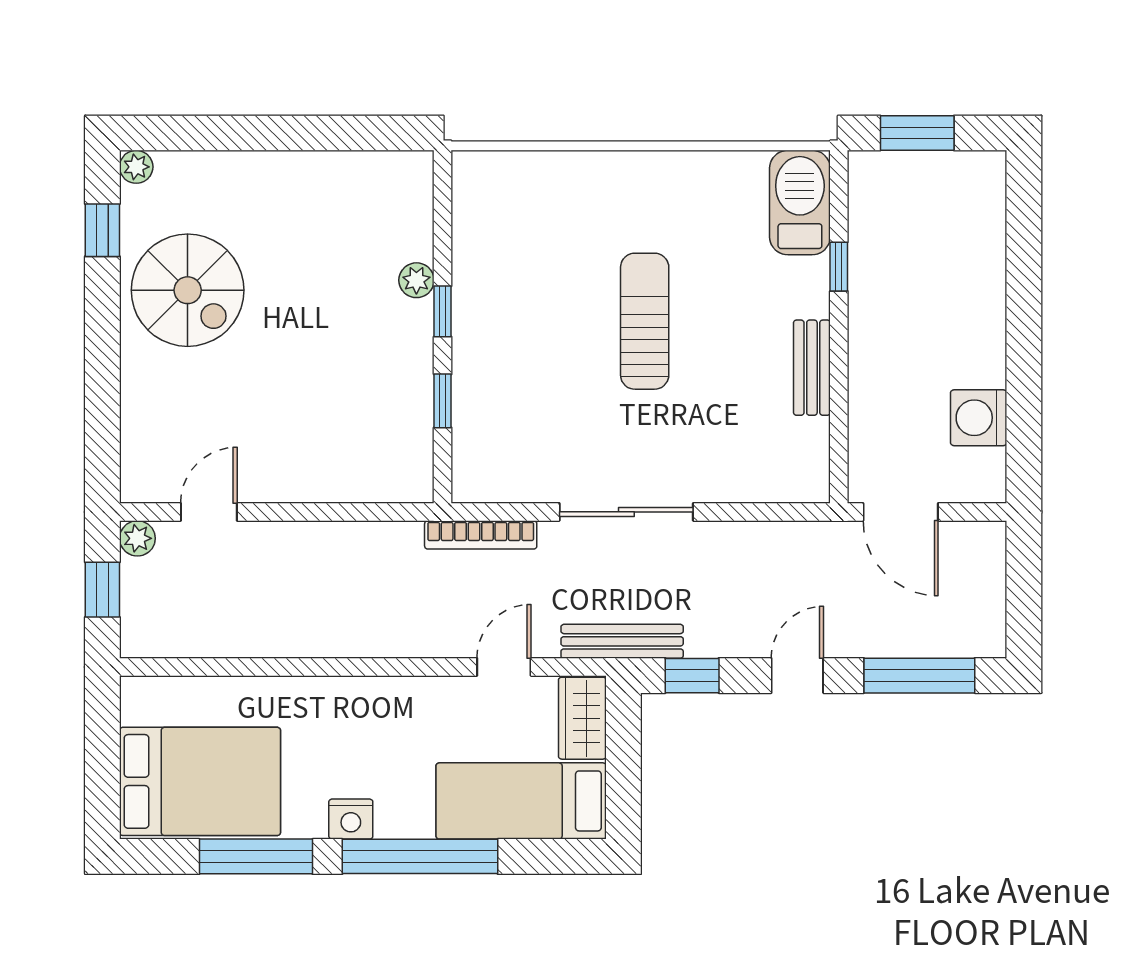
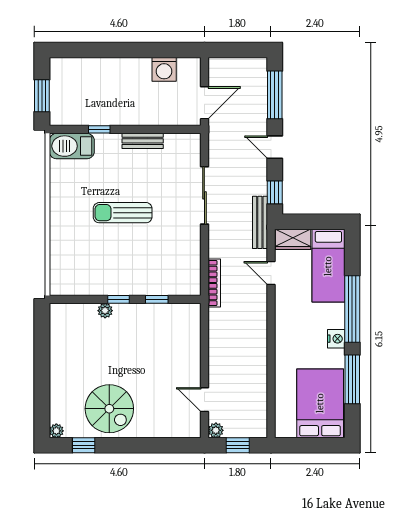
spiral stairs: (188, 290) -> (109, 409), turned 90
sliding door: (626, 512) -> (204, 195), moved

